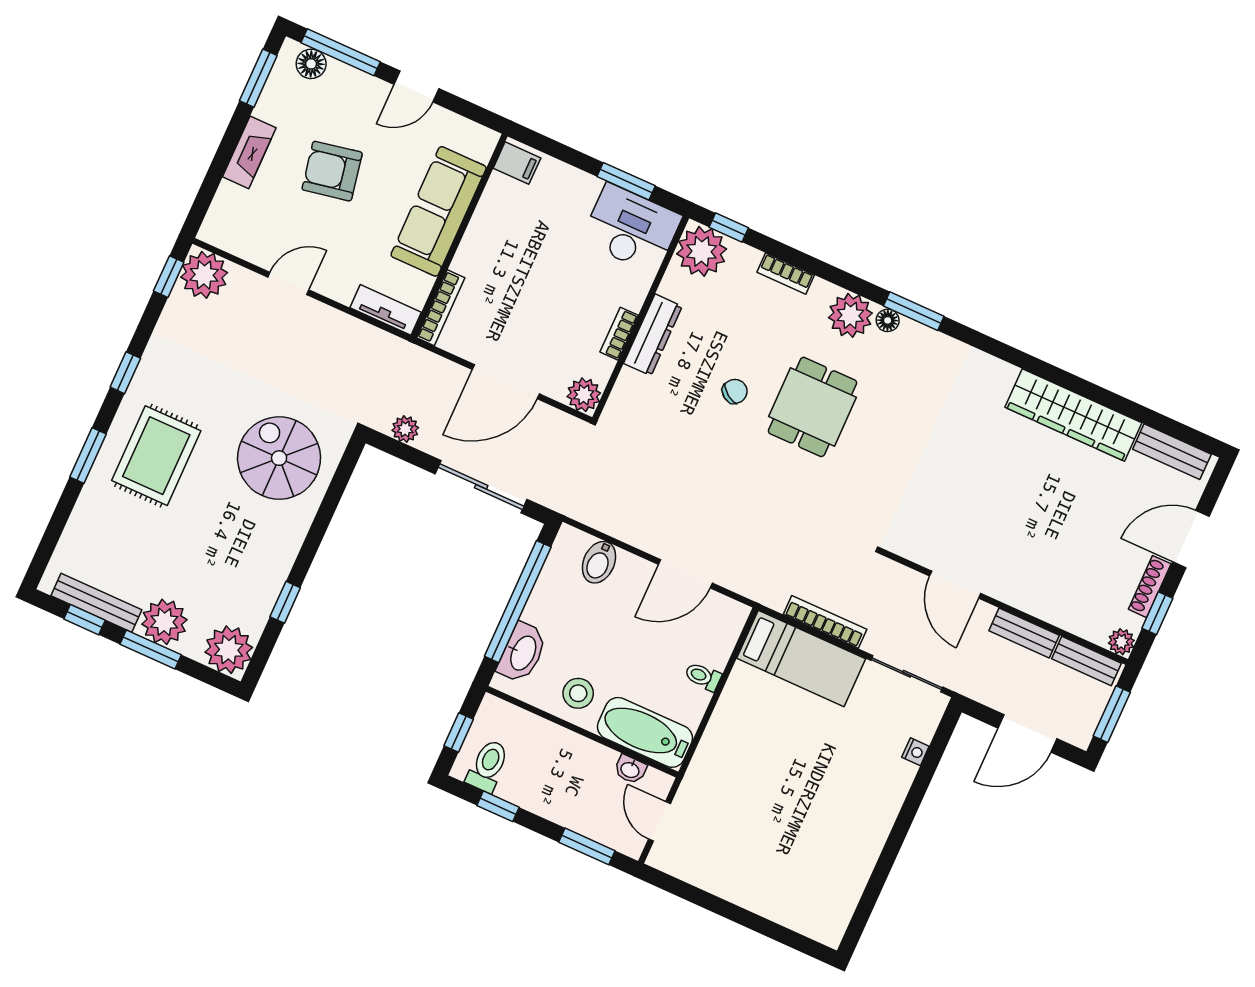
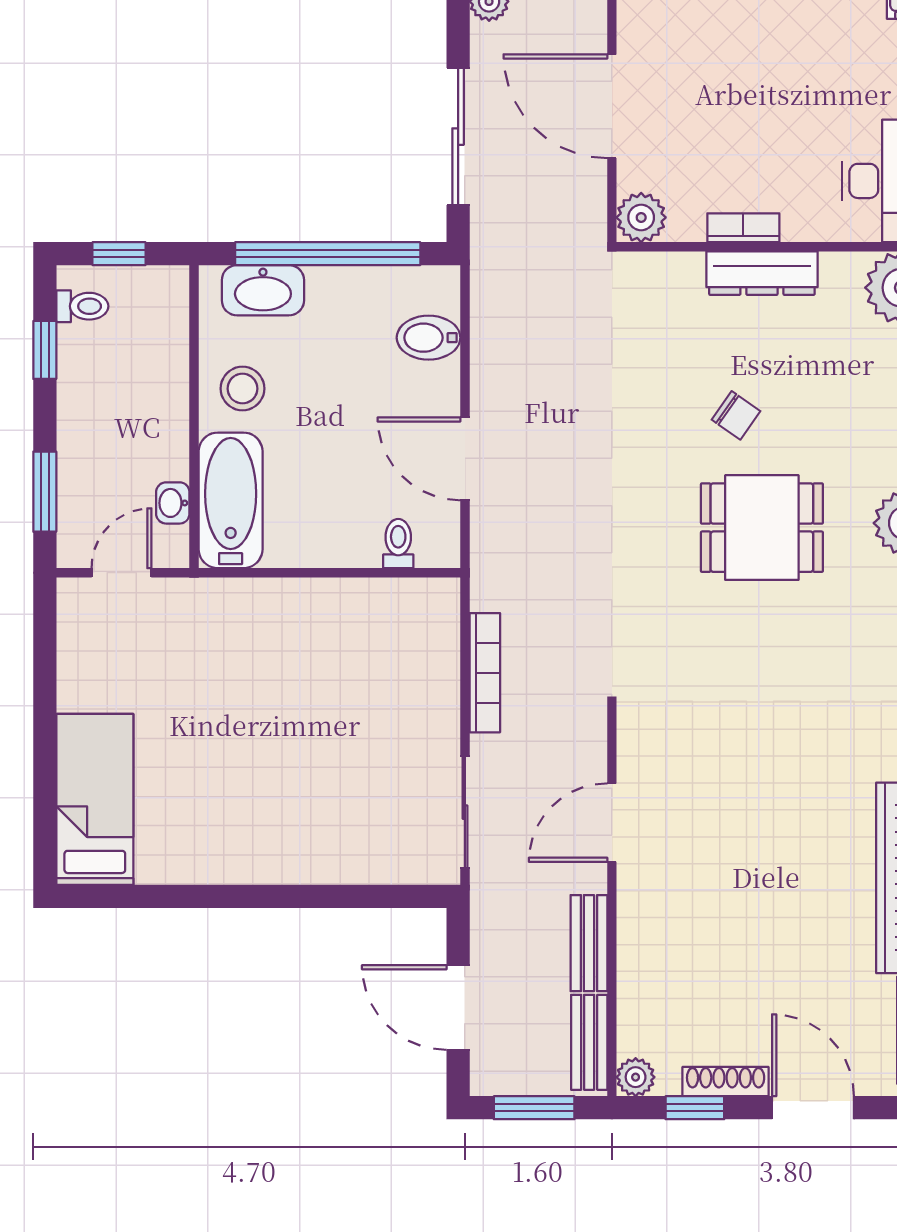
bed: (801, 658) -> (95, 799), moved, turned 180
toilet: (703, 676) -> (398, 544), moved
nightstand: (915, 752) -> (367, 870), removed
toilet: (488, 766) -> (82, 306), width x0.73, depth x0.72

